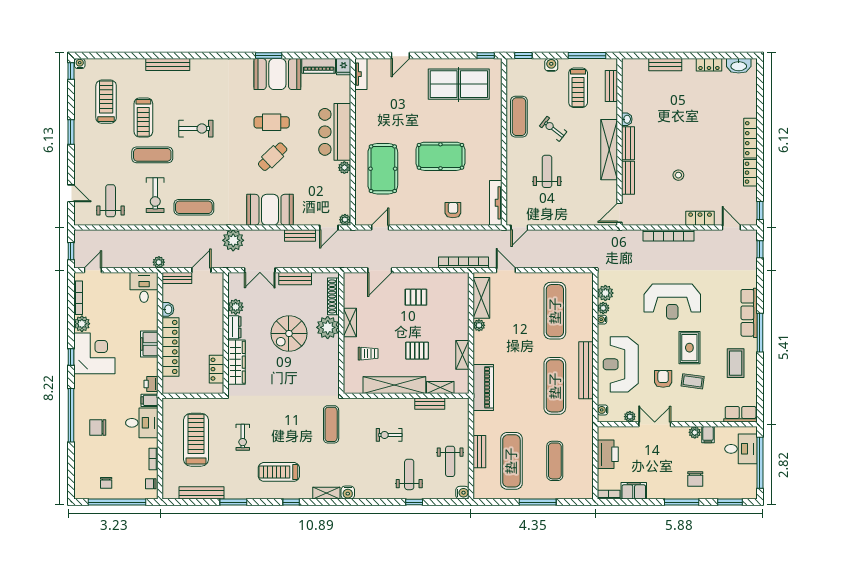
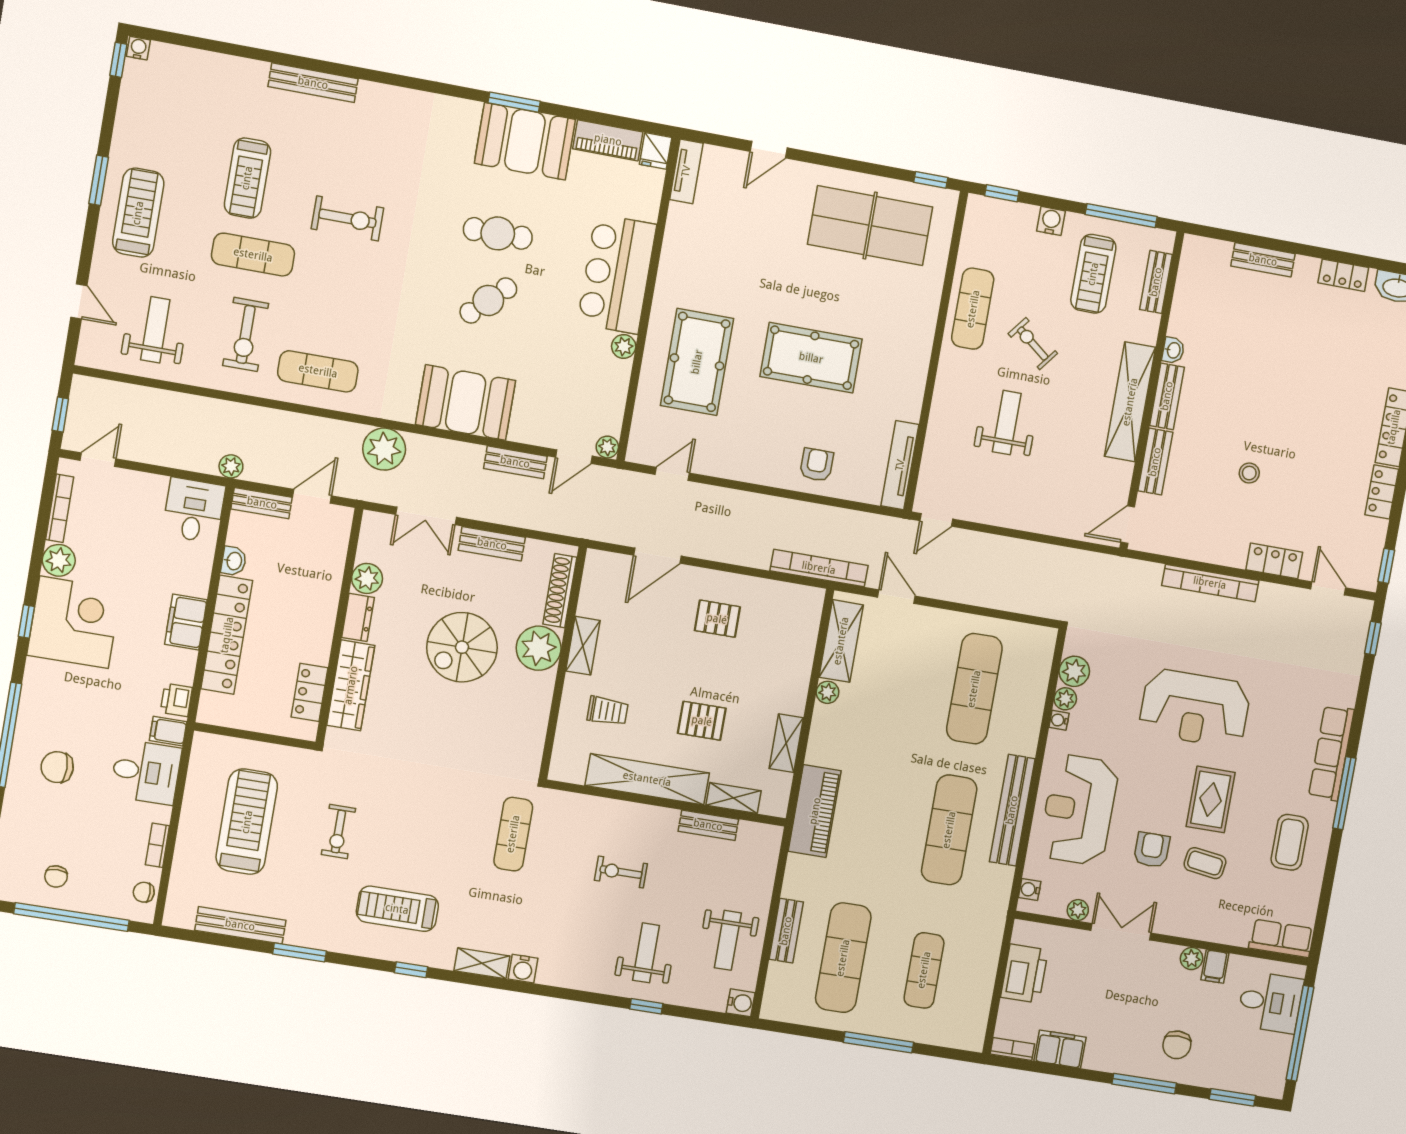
treadmill: (106, 102) -> (138, 213), moved

